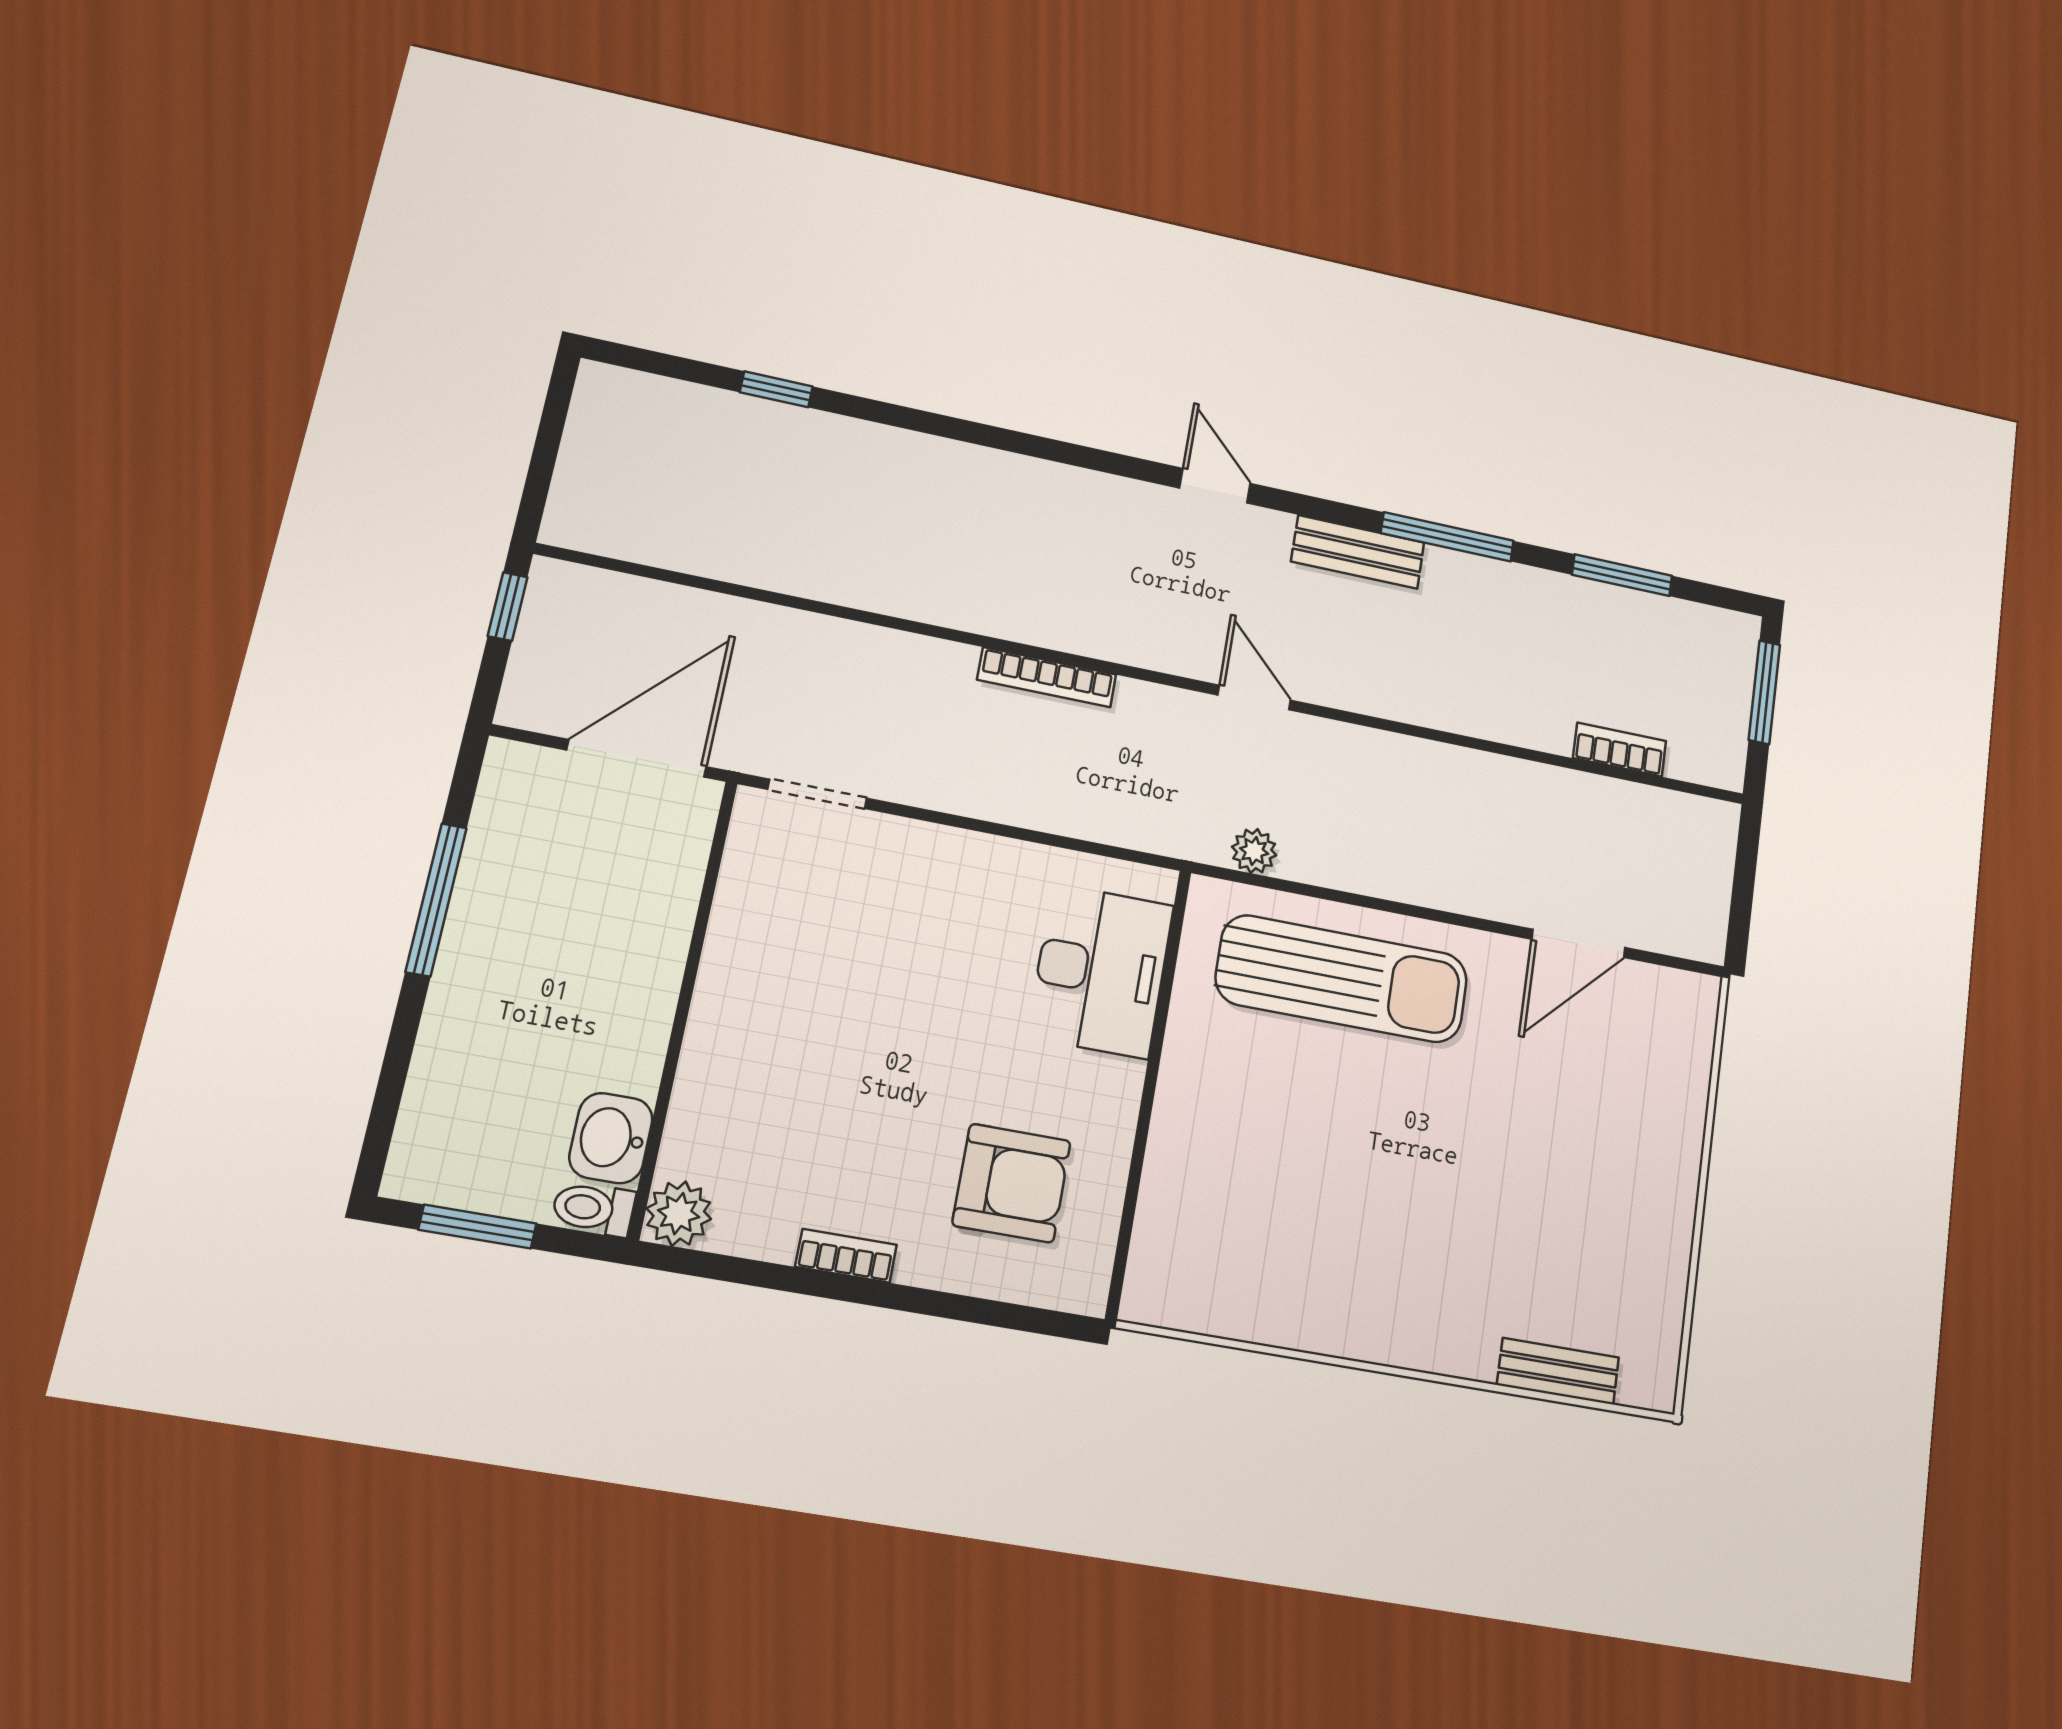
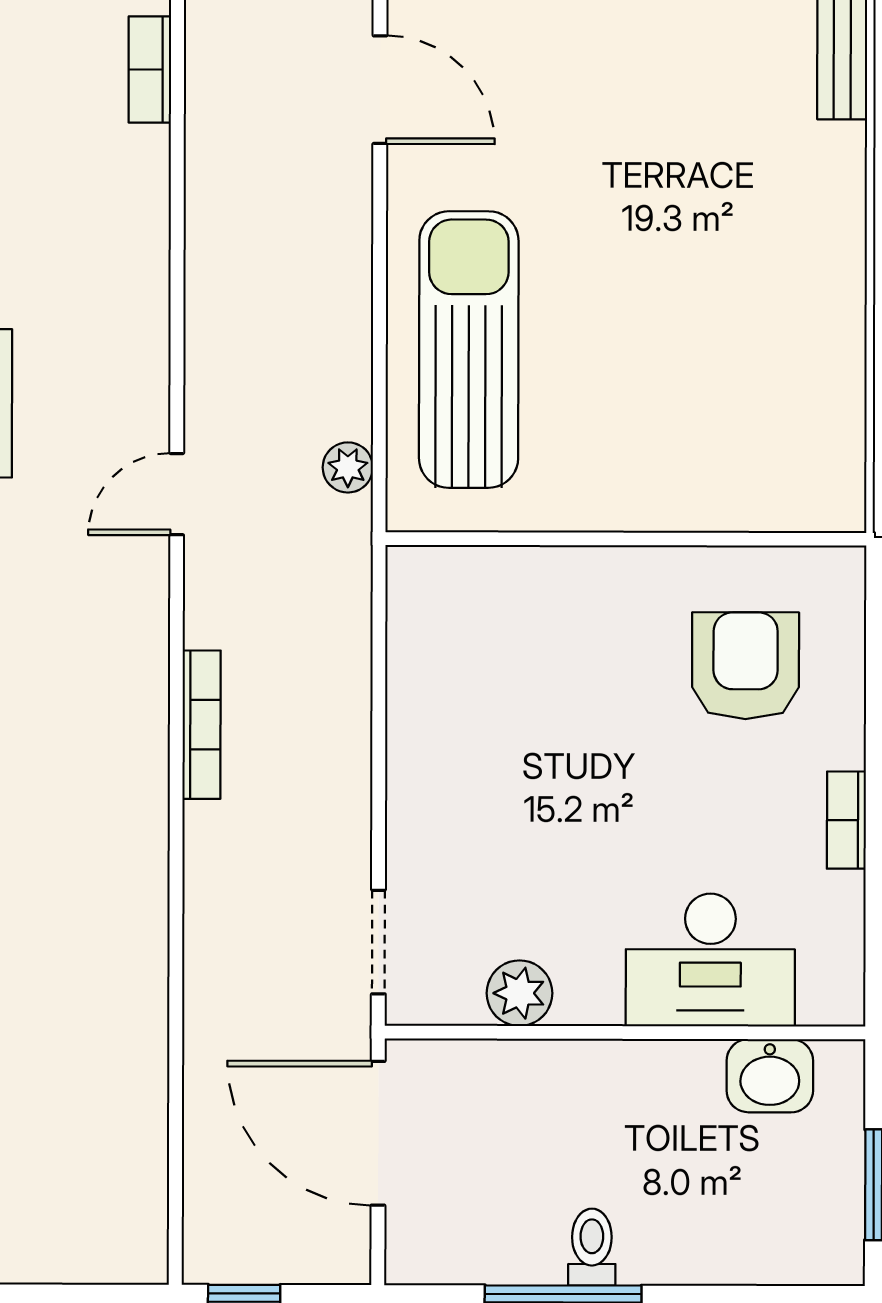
desk: (1101, 971) -> (710, 960), moved, turned 180
toilet: (593, 1209) -> (592, 1247), moved, turned 180
plant: (679, 1214) -> (519, 993), moved

